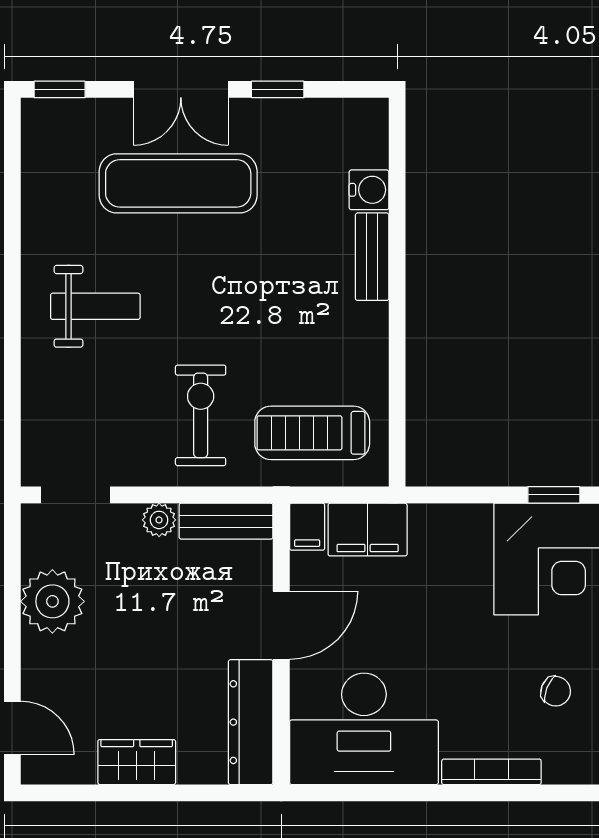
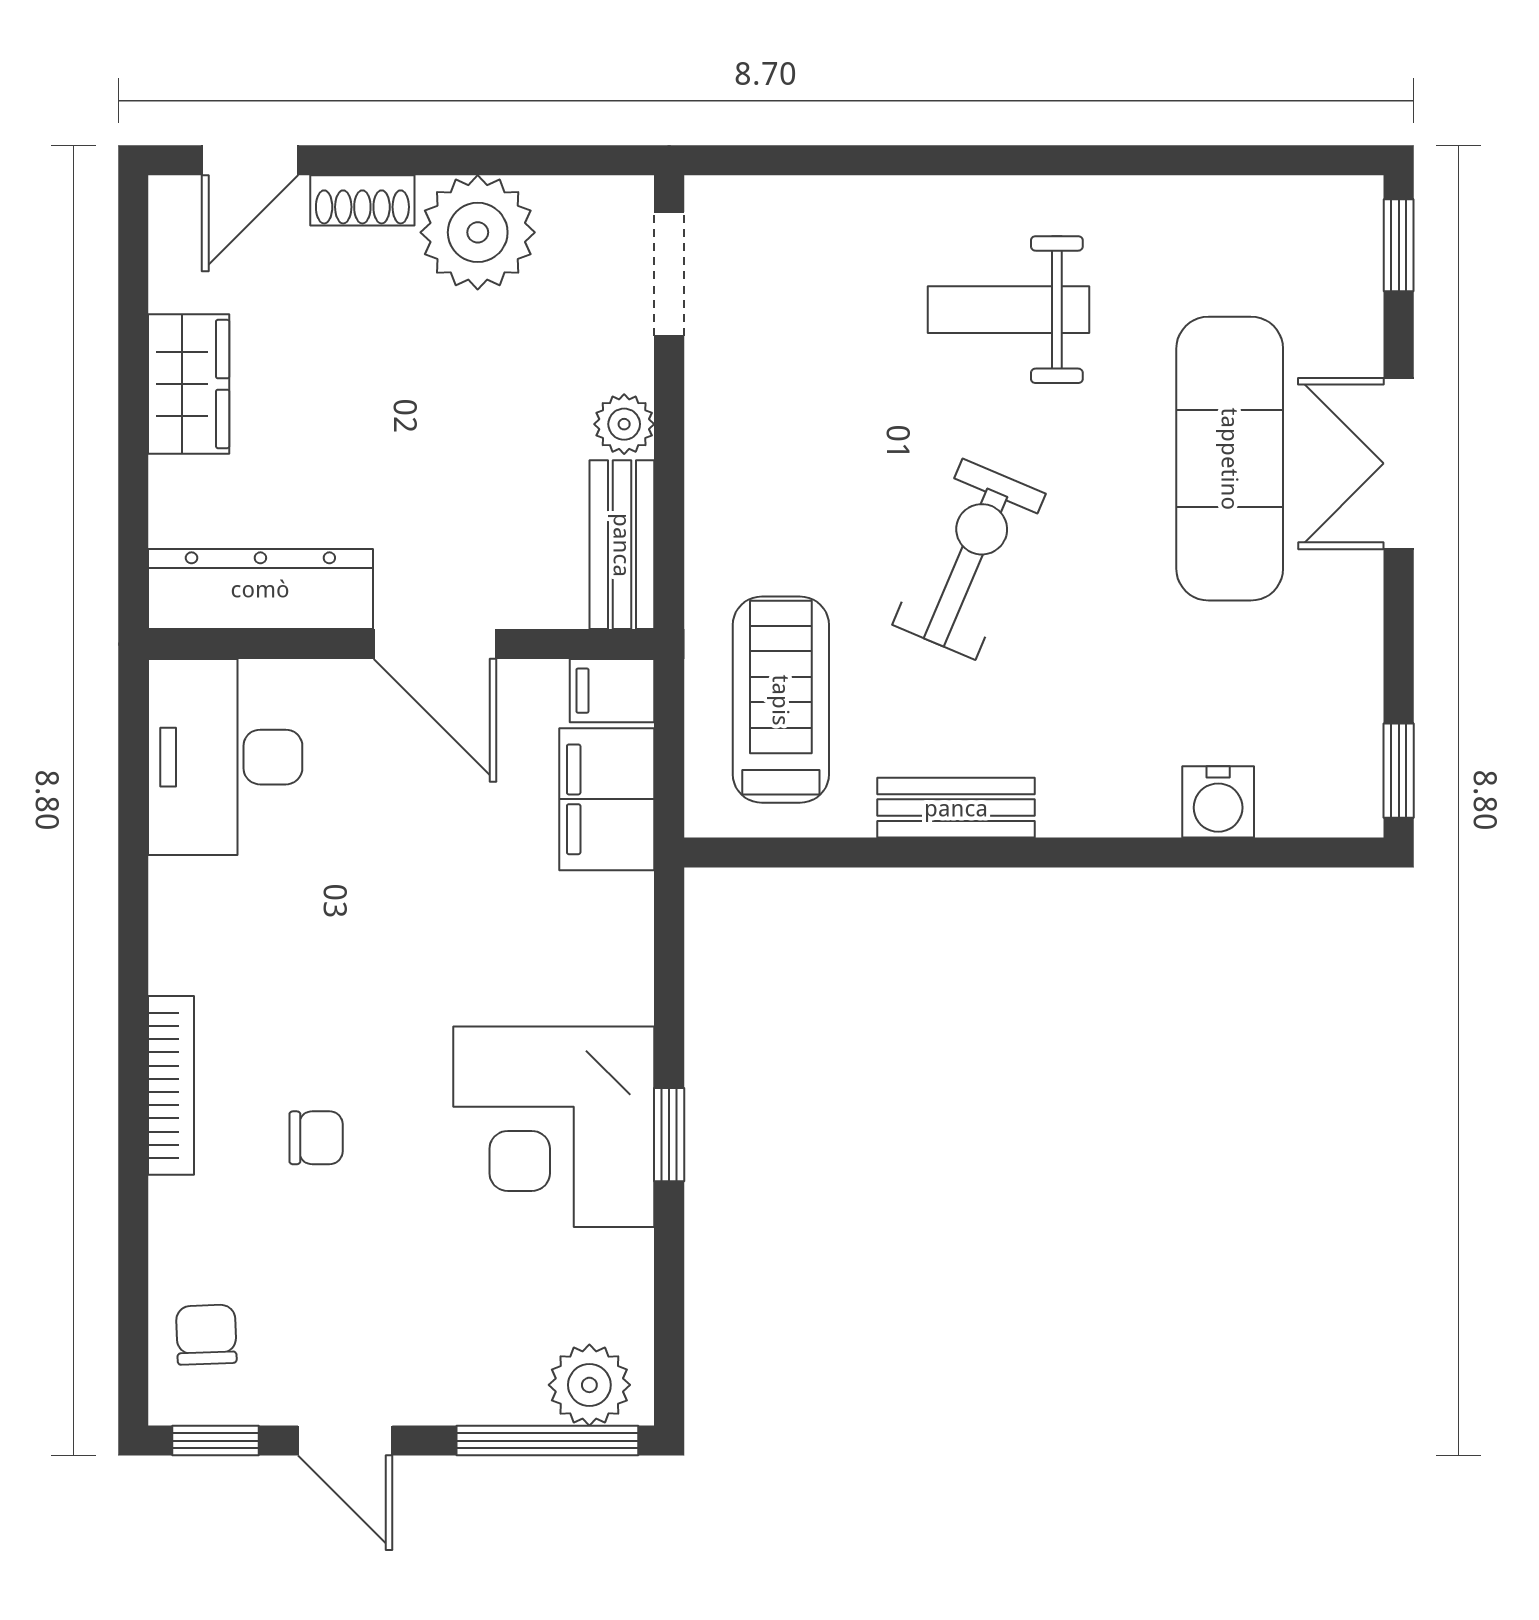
window: (278, 89) -> (1399, 771), moved
bench: (372, 257) -> (956, 808), moved
weight bench: (95, 306) -> (1009, 310), turned 90
exercise bike: (201, 415) -> (969, 559), moved, turned -67
shoe rack: (35, 665) -> (362, 200), added
chair: (556, 691) -> (316, 1138), turned -112
desk: (364, 729) -> (225, 757), width x0.73, depth x0.77
bookcase: (491, 772) -> (171, 1085), moved

